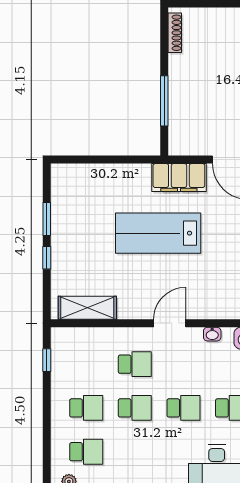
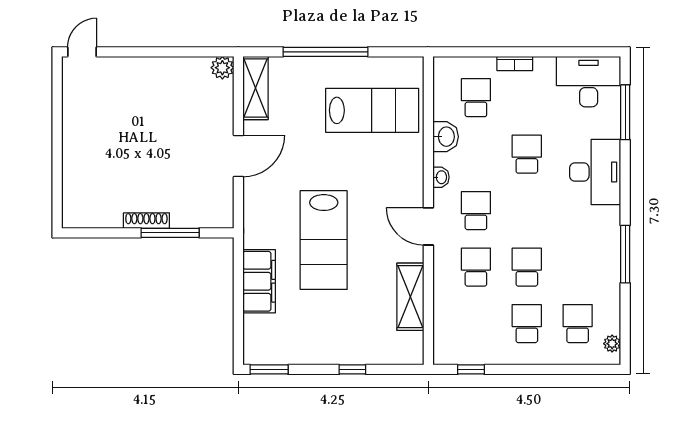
shoe rack: (175, 33) -> (146, 221), moved
filing cabinet: (179, 177) -> (259, 281), moved
window: (47, 219) -> (269, 369), moved
shelving: (87, 308) -> (410, 297), moved
school desk: (183, 408) -> (476, 211), moved

